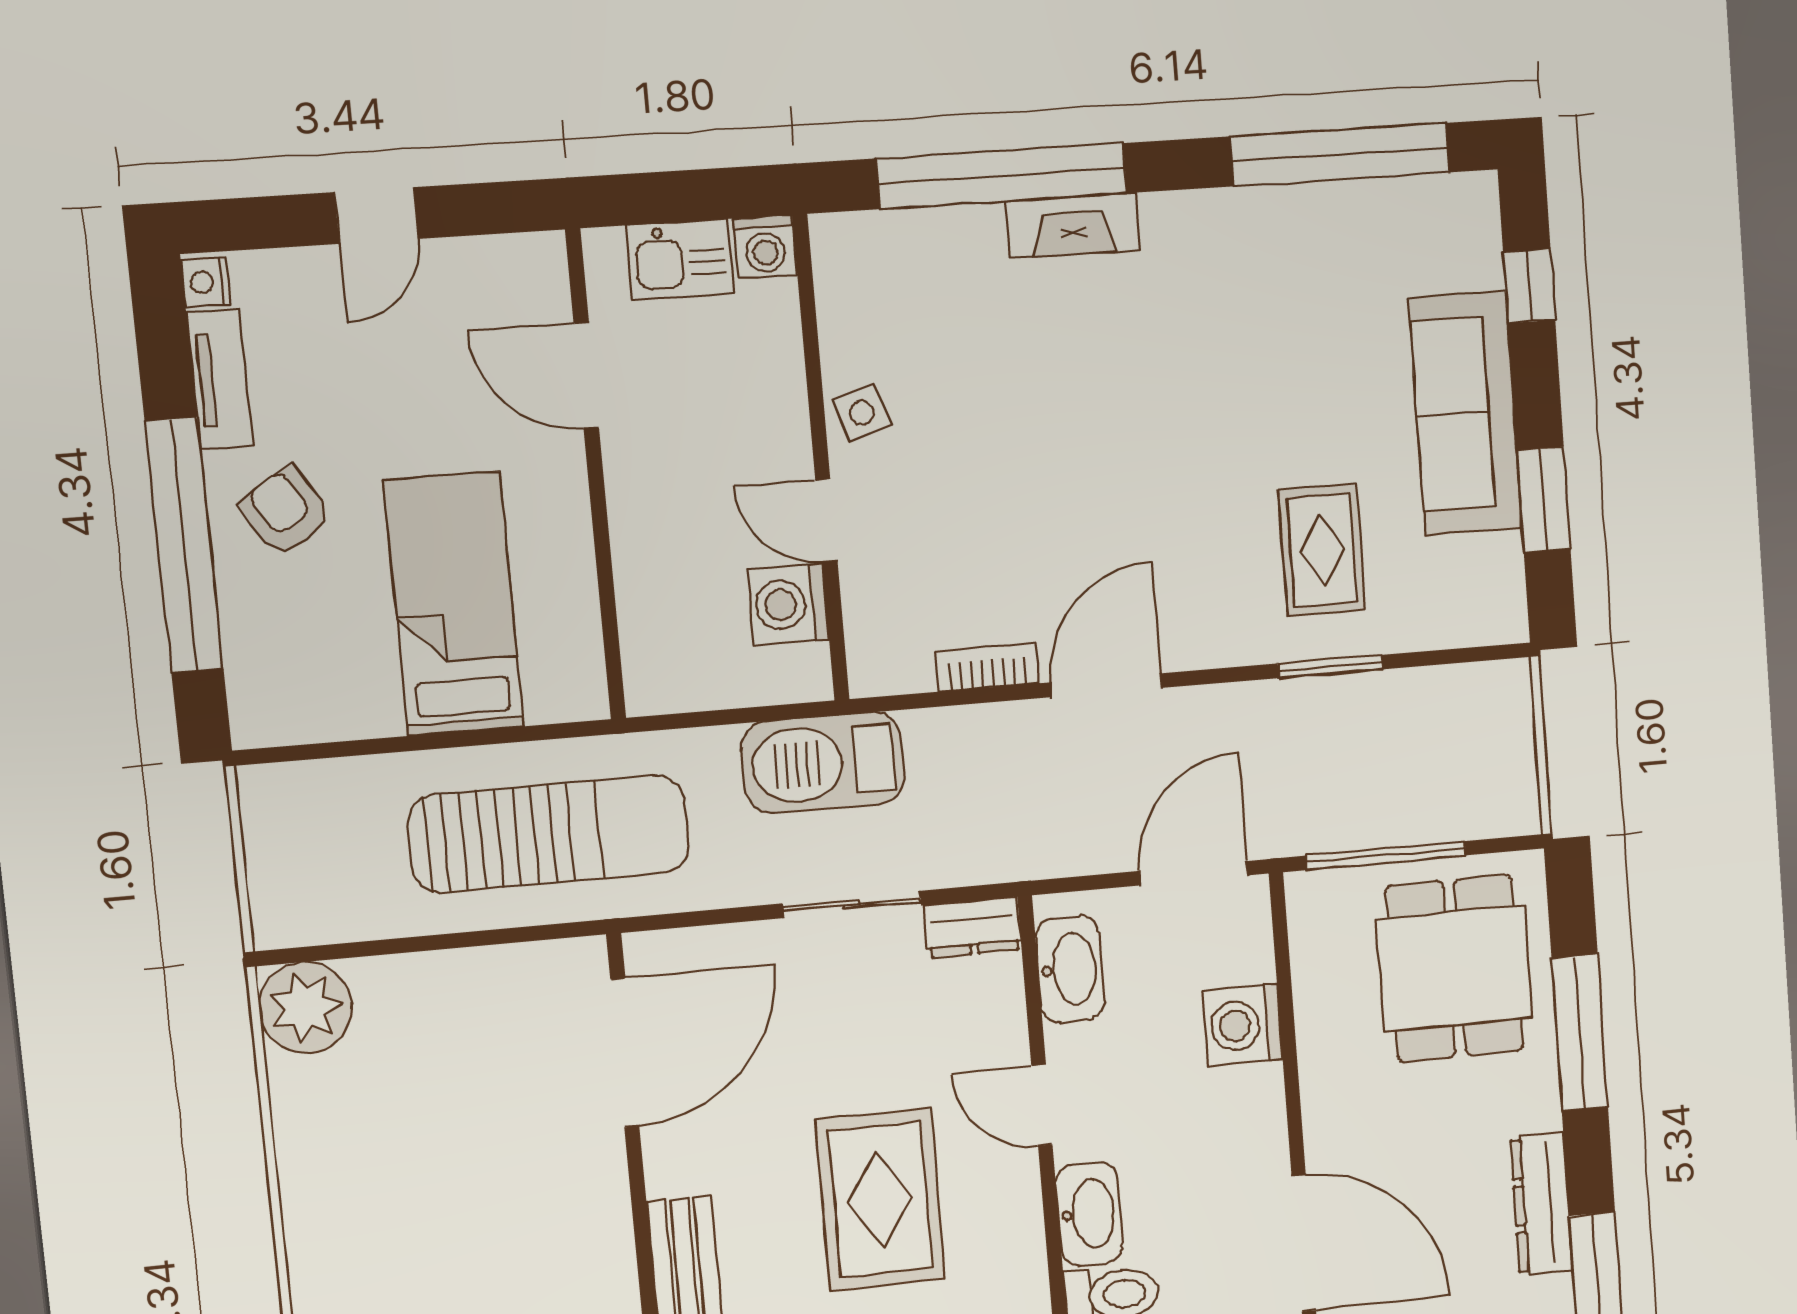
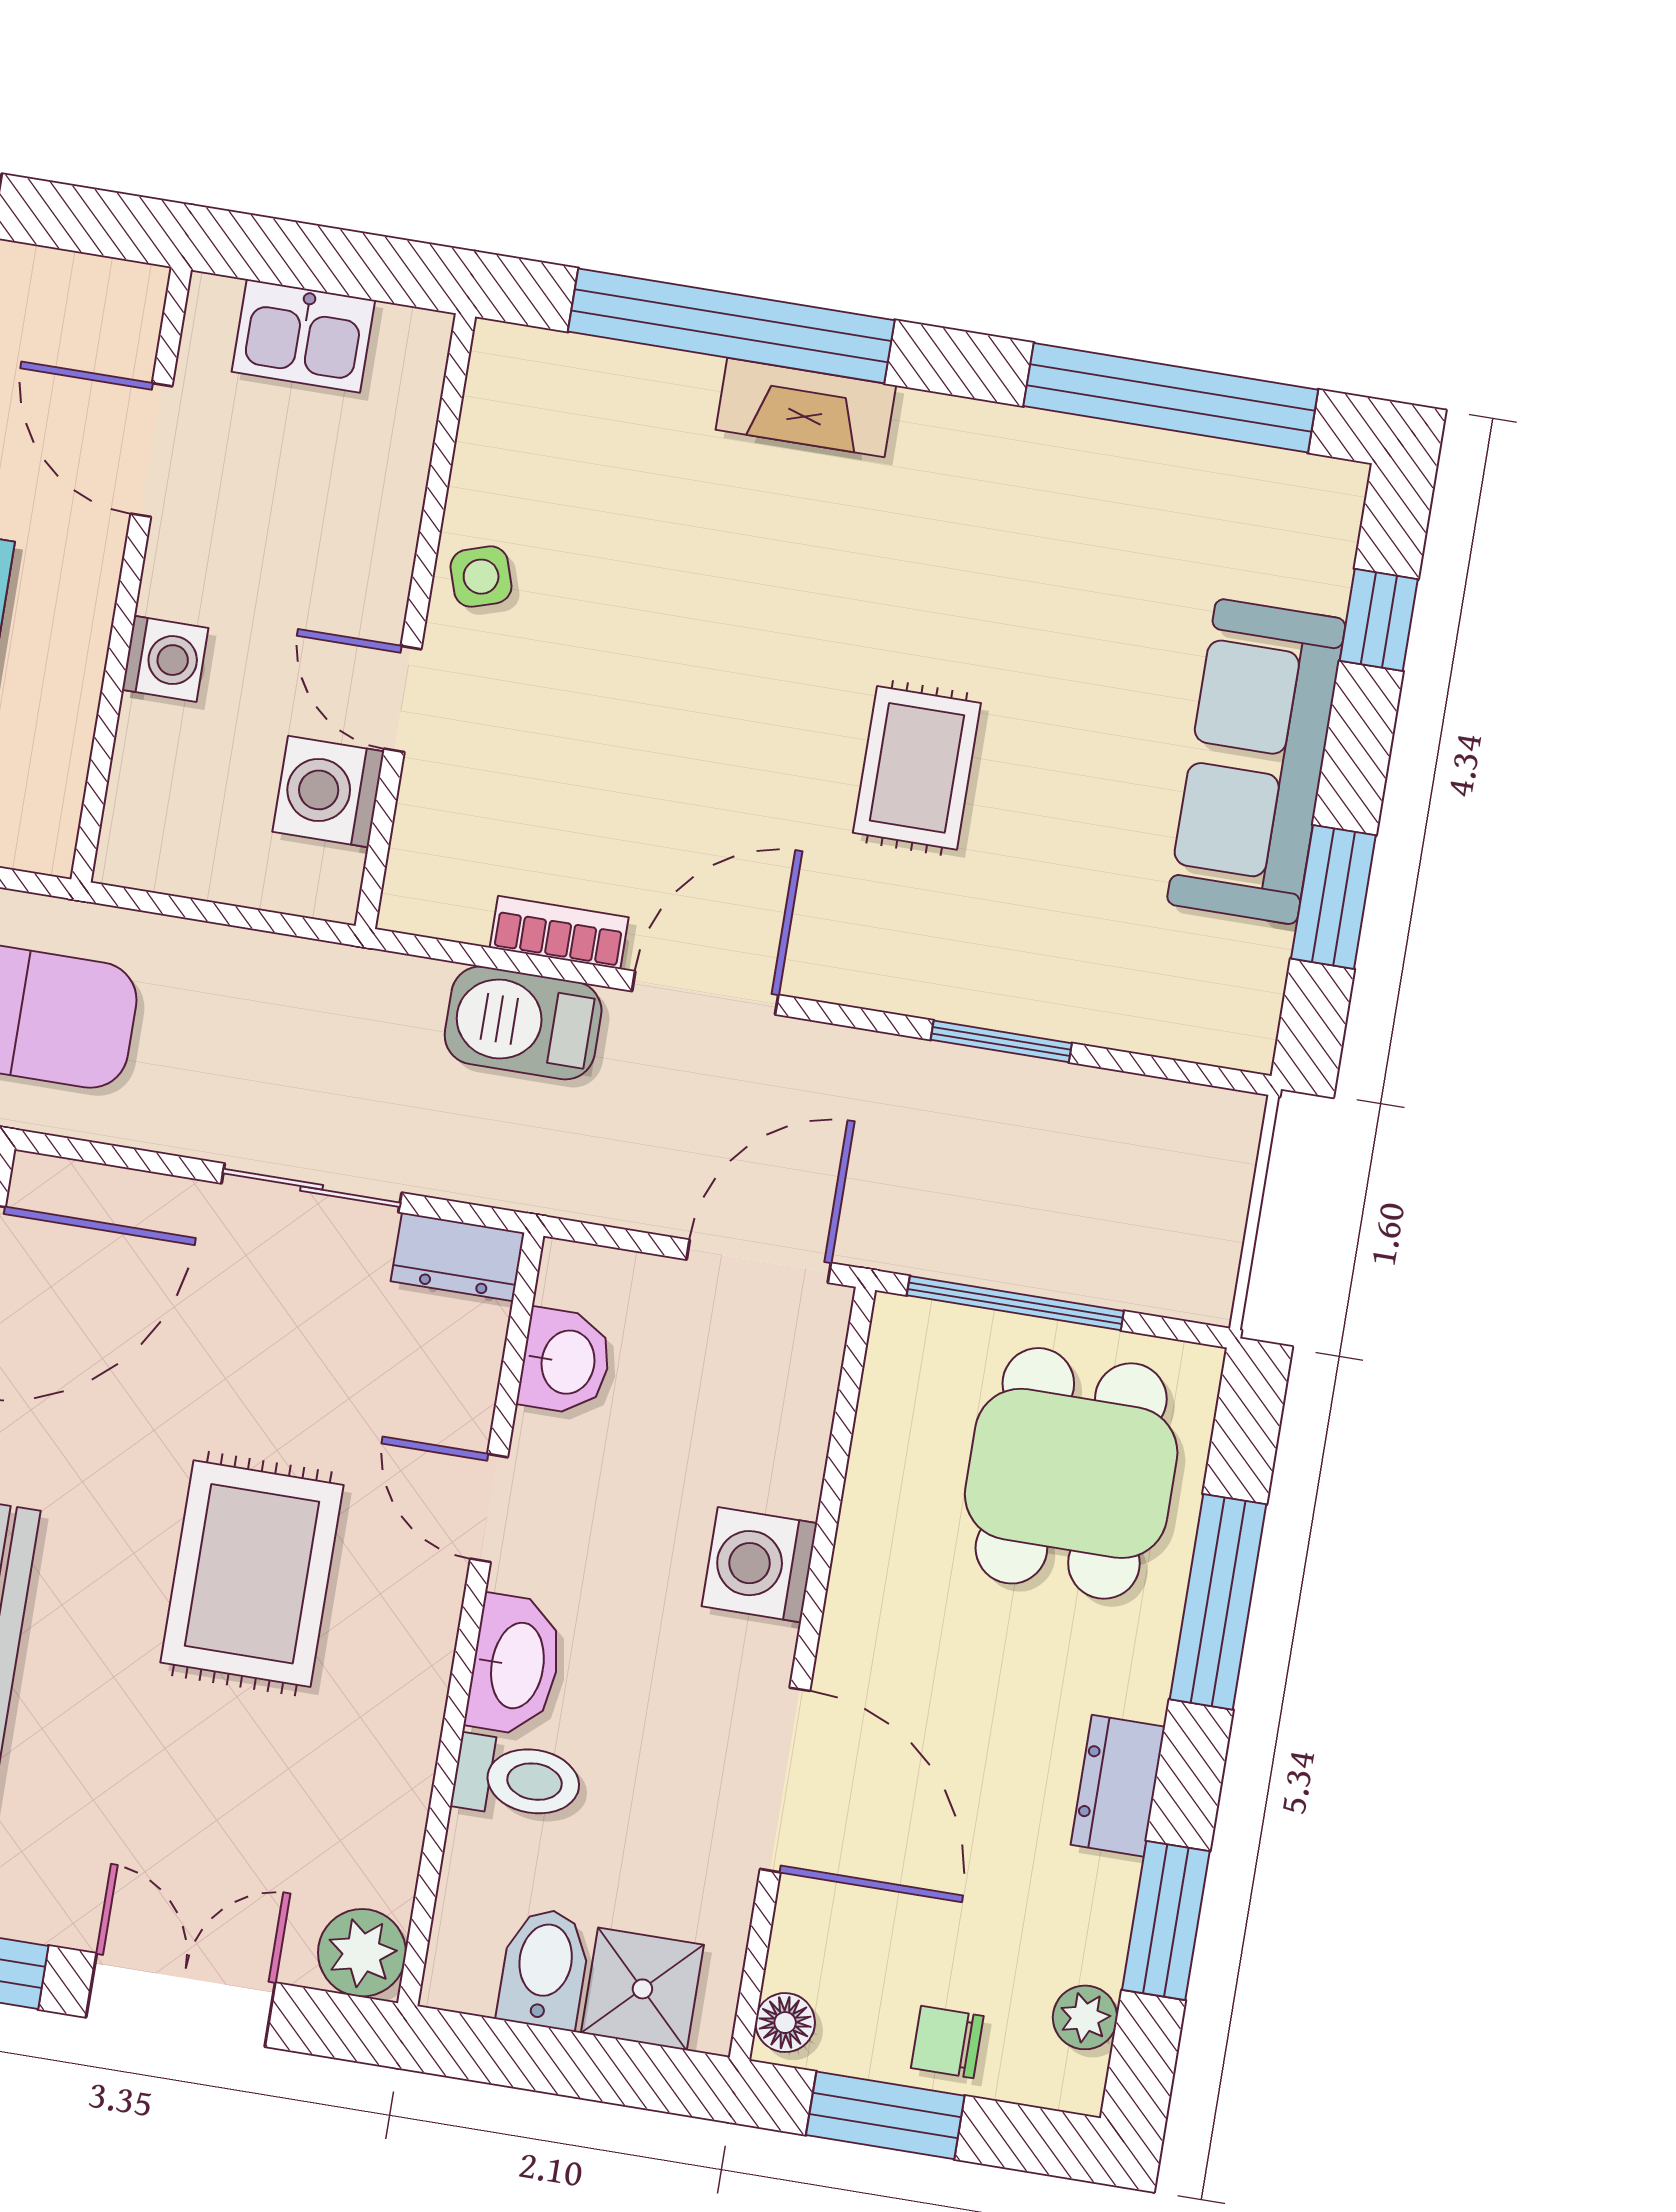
washing machine: (765, 247) -> (165, 659), moved, turned -90
rug: (1322, 550) -> (917, 768), moved
barbecue: (823, 763) -> (523, 1023), moved, width x0.73, depth x0.83
washbasin: (1070, 969) -> (565, 1362), width x0.72
washing machine: (1243, 1025) -> (759, 1565), moved
dresser: (1541, 1204) -> (1118, 1786), width x0.70

